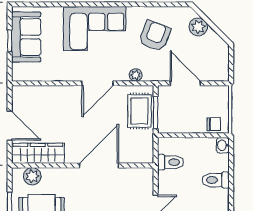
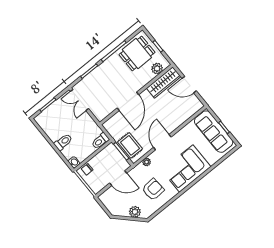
armchair: (155, 36) -> (153, 189), turned -115
sofa: (26, 37) -> (214, 132), width x1.36
toilet: (171, 162) -> (100, 141), moved

